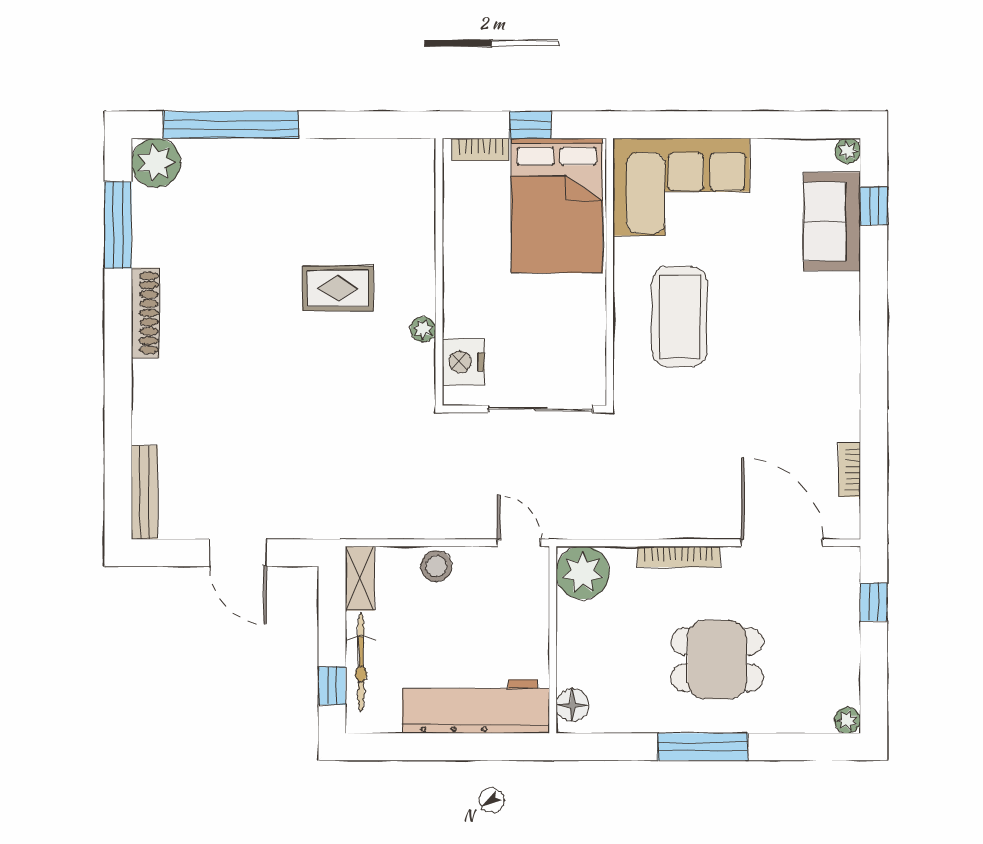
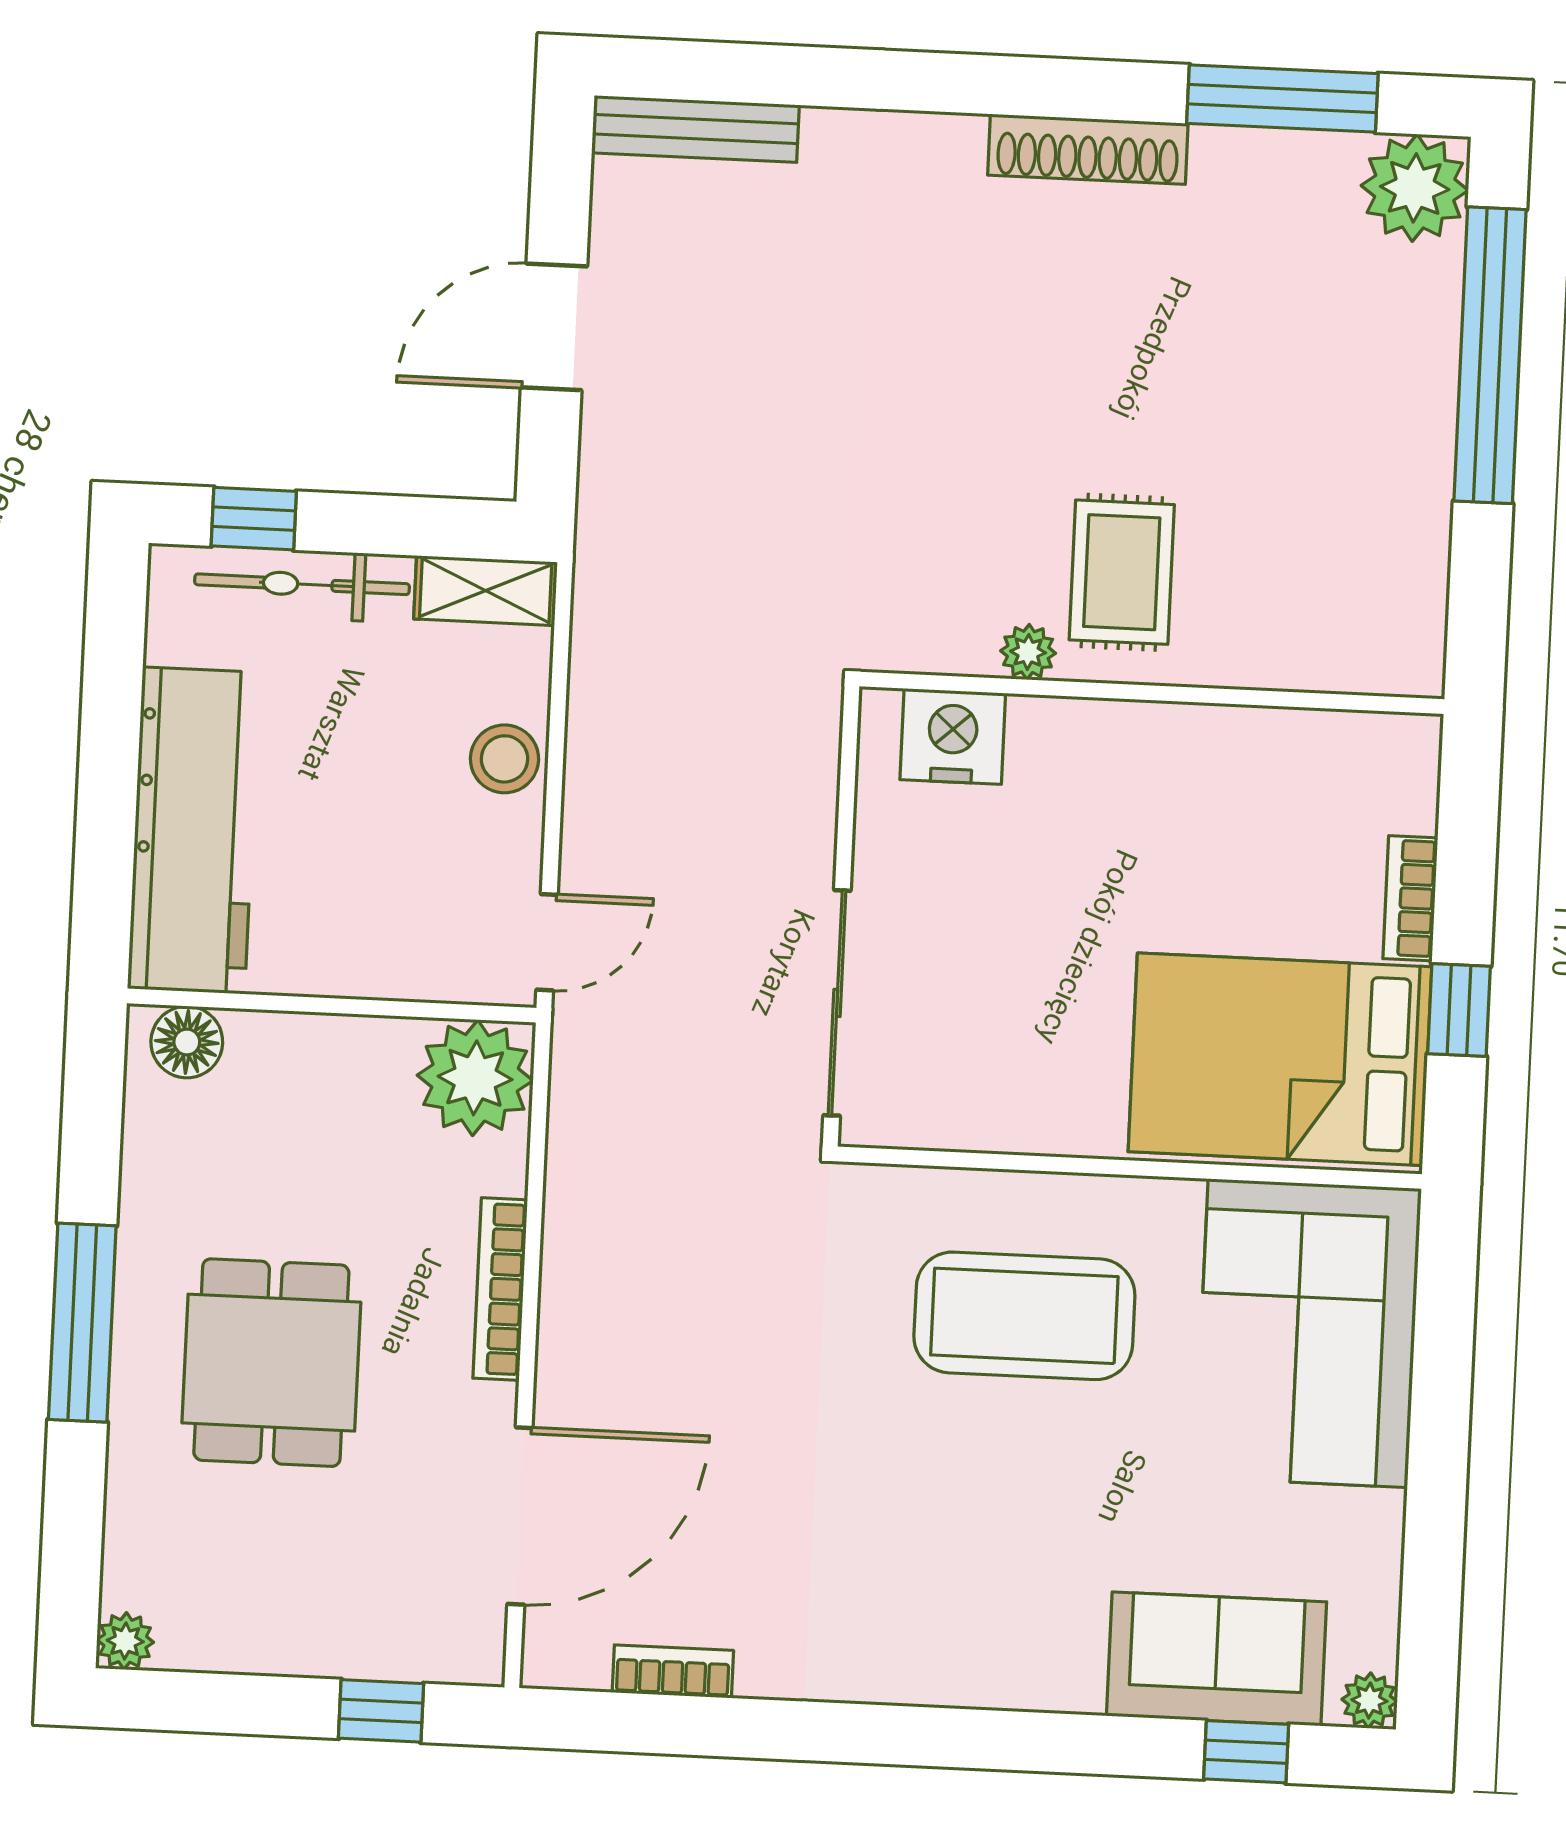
wall: (439, 272) -> (1152, 693), moved
plant: (423, 329) -> (1028, 652), moved
nightstand: (463, 362) -> (953, 736), moved

